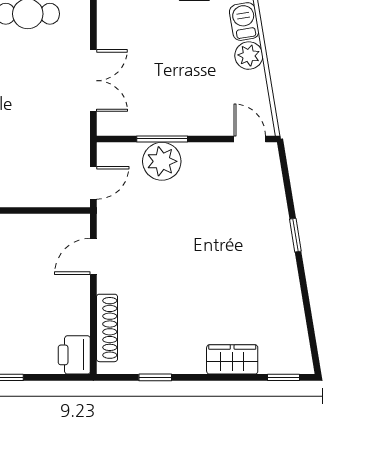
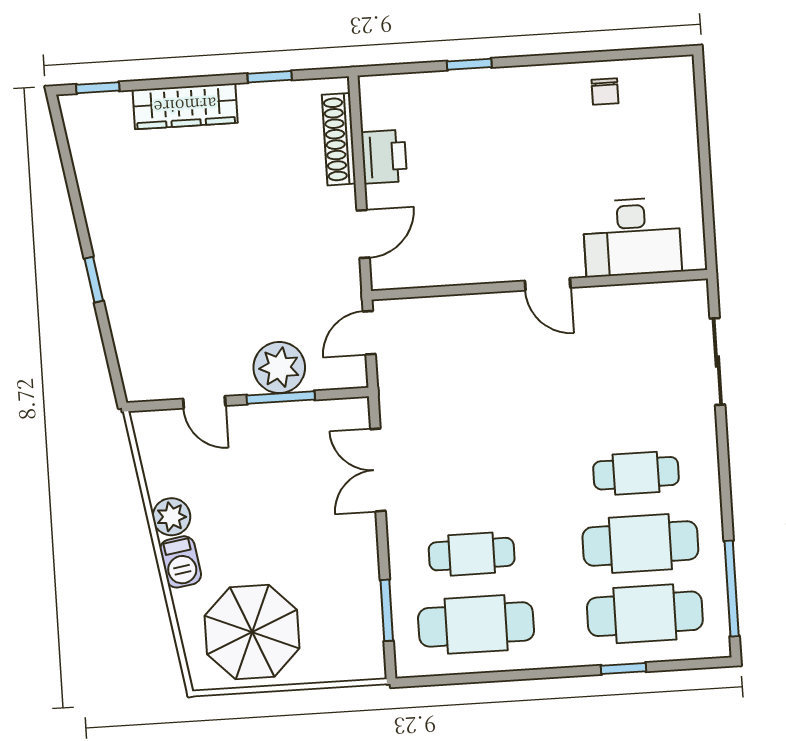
door: (250, 139) -> (204, 402), moved
printer: (74, 355) -> (384, 157), moved
wardrobe: (232, 359) -> (185, 106), width x1.50

